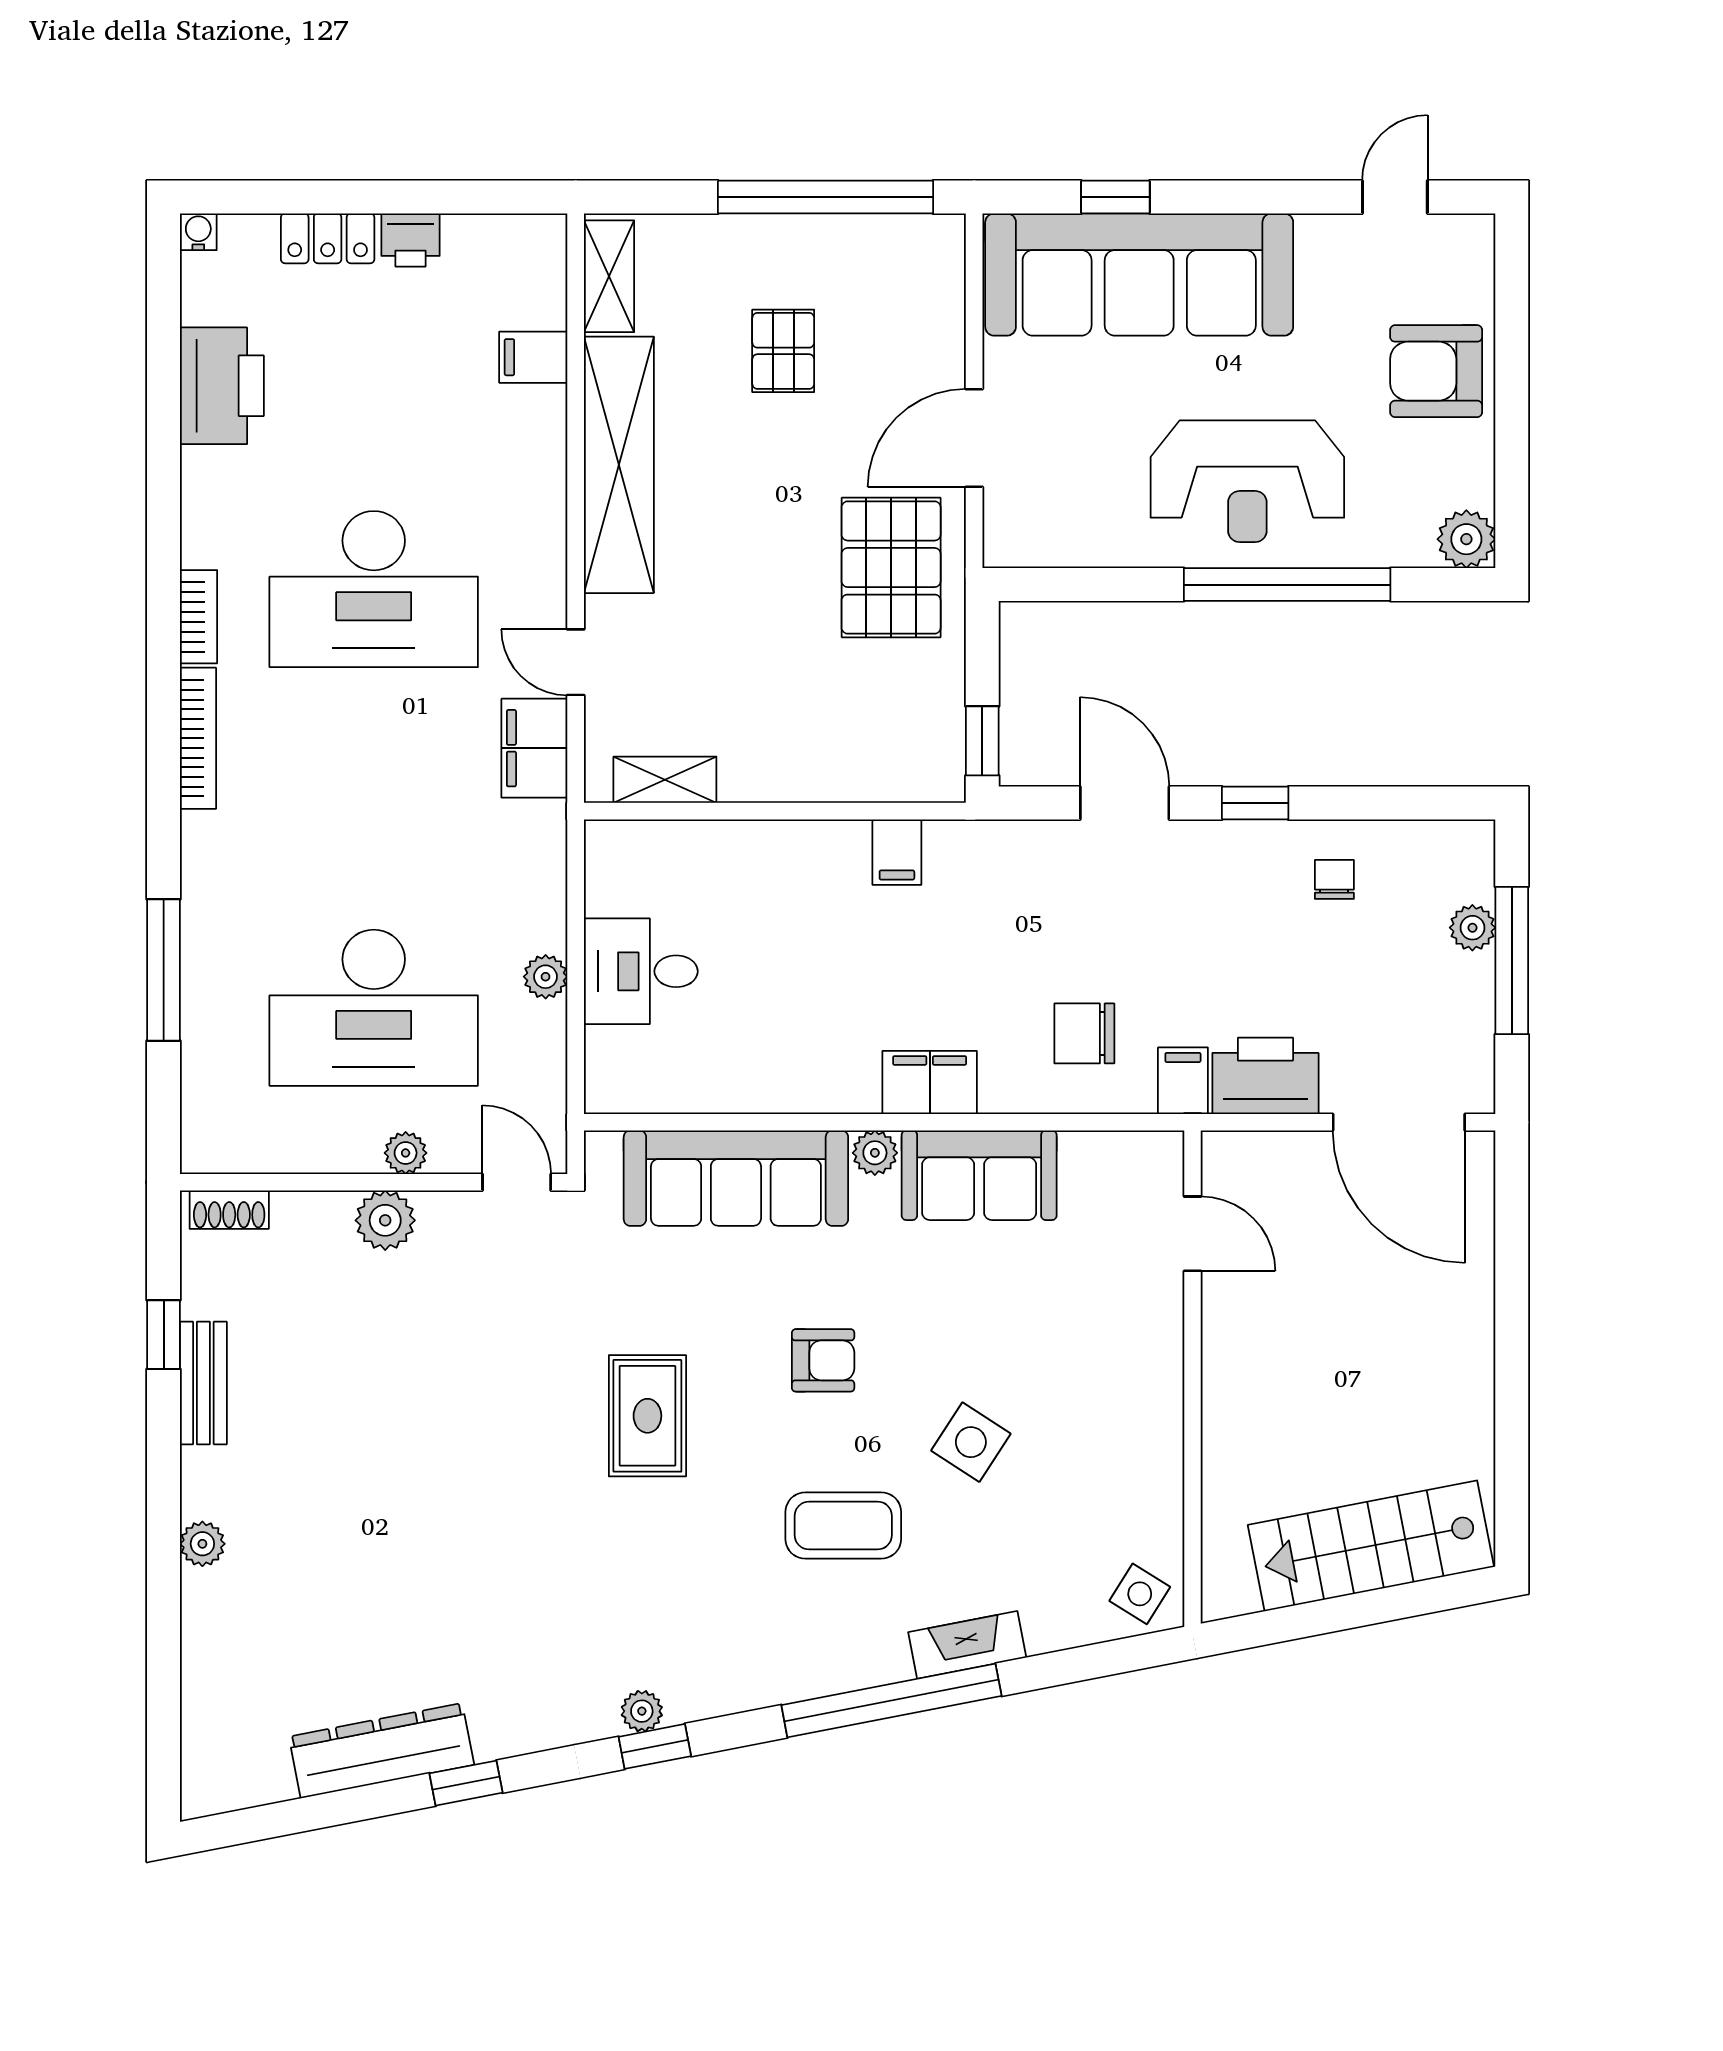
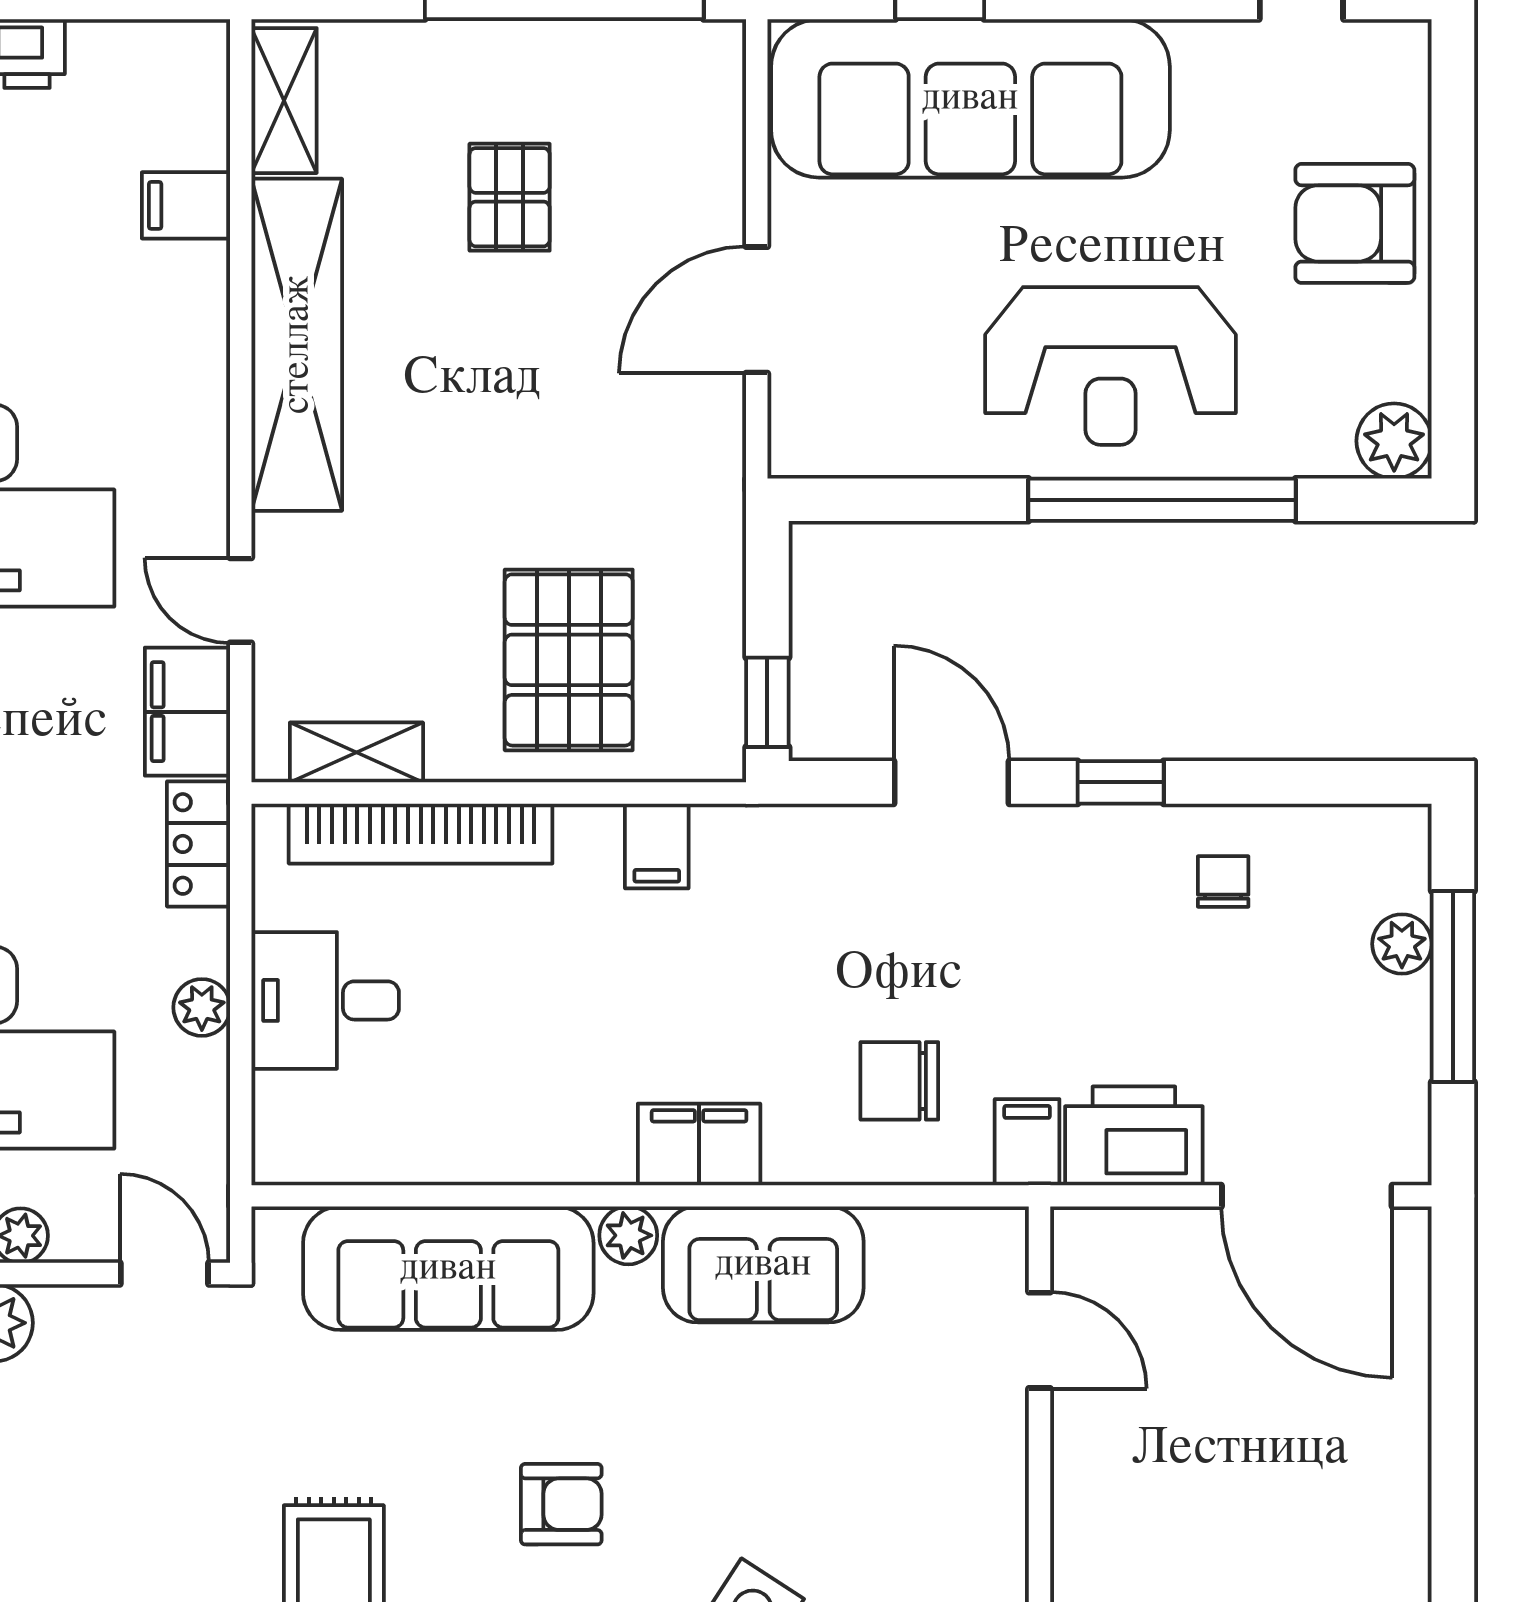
pallet: (891, 568) -> (569, 660), moved
bookcase: (714, 842) -> (421, 834), added
locker: (543, 850) -> (199, 844), added

